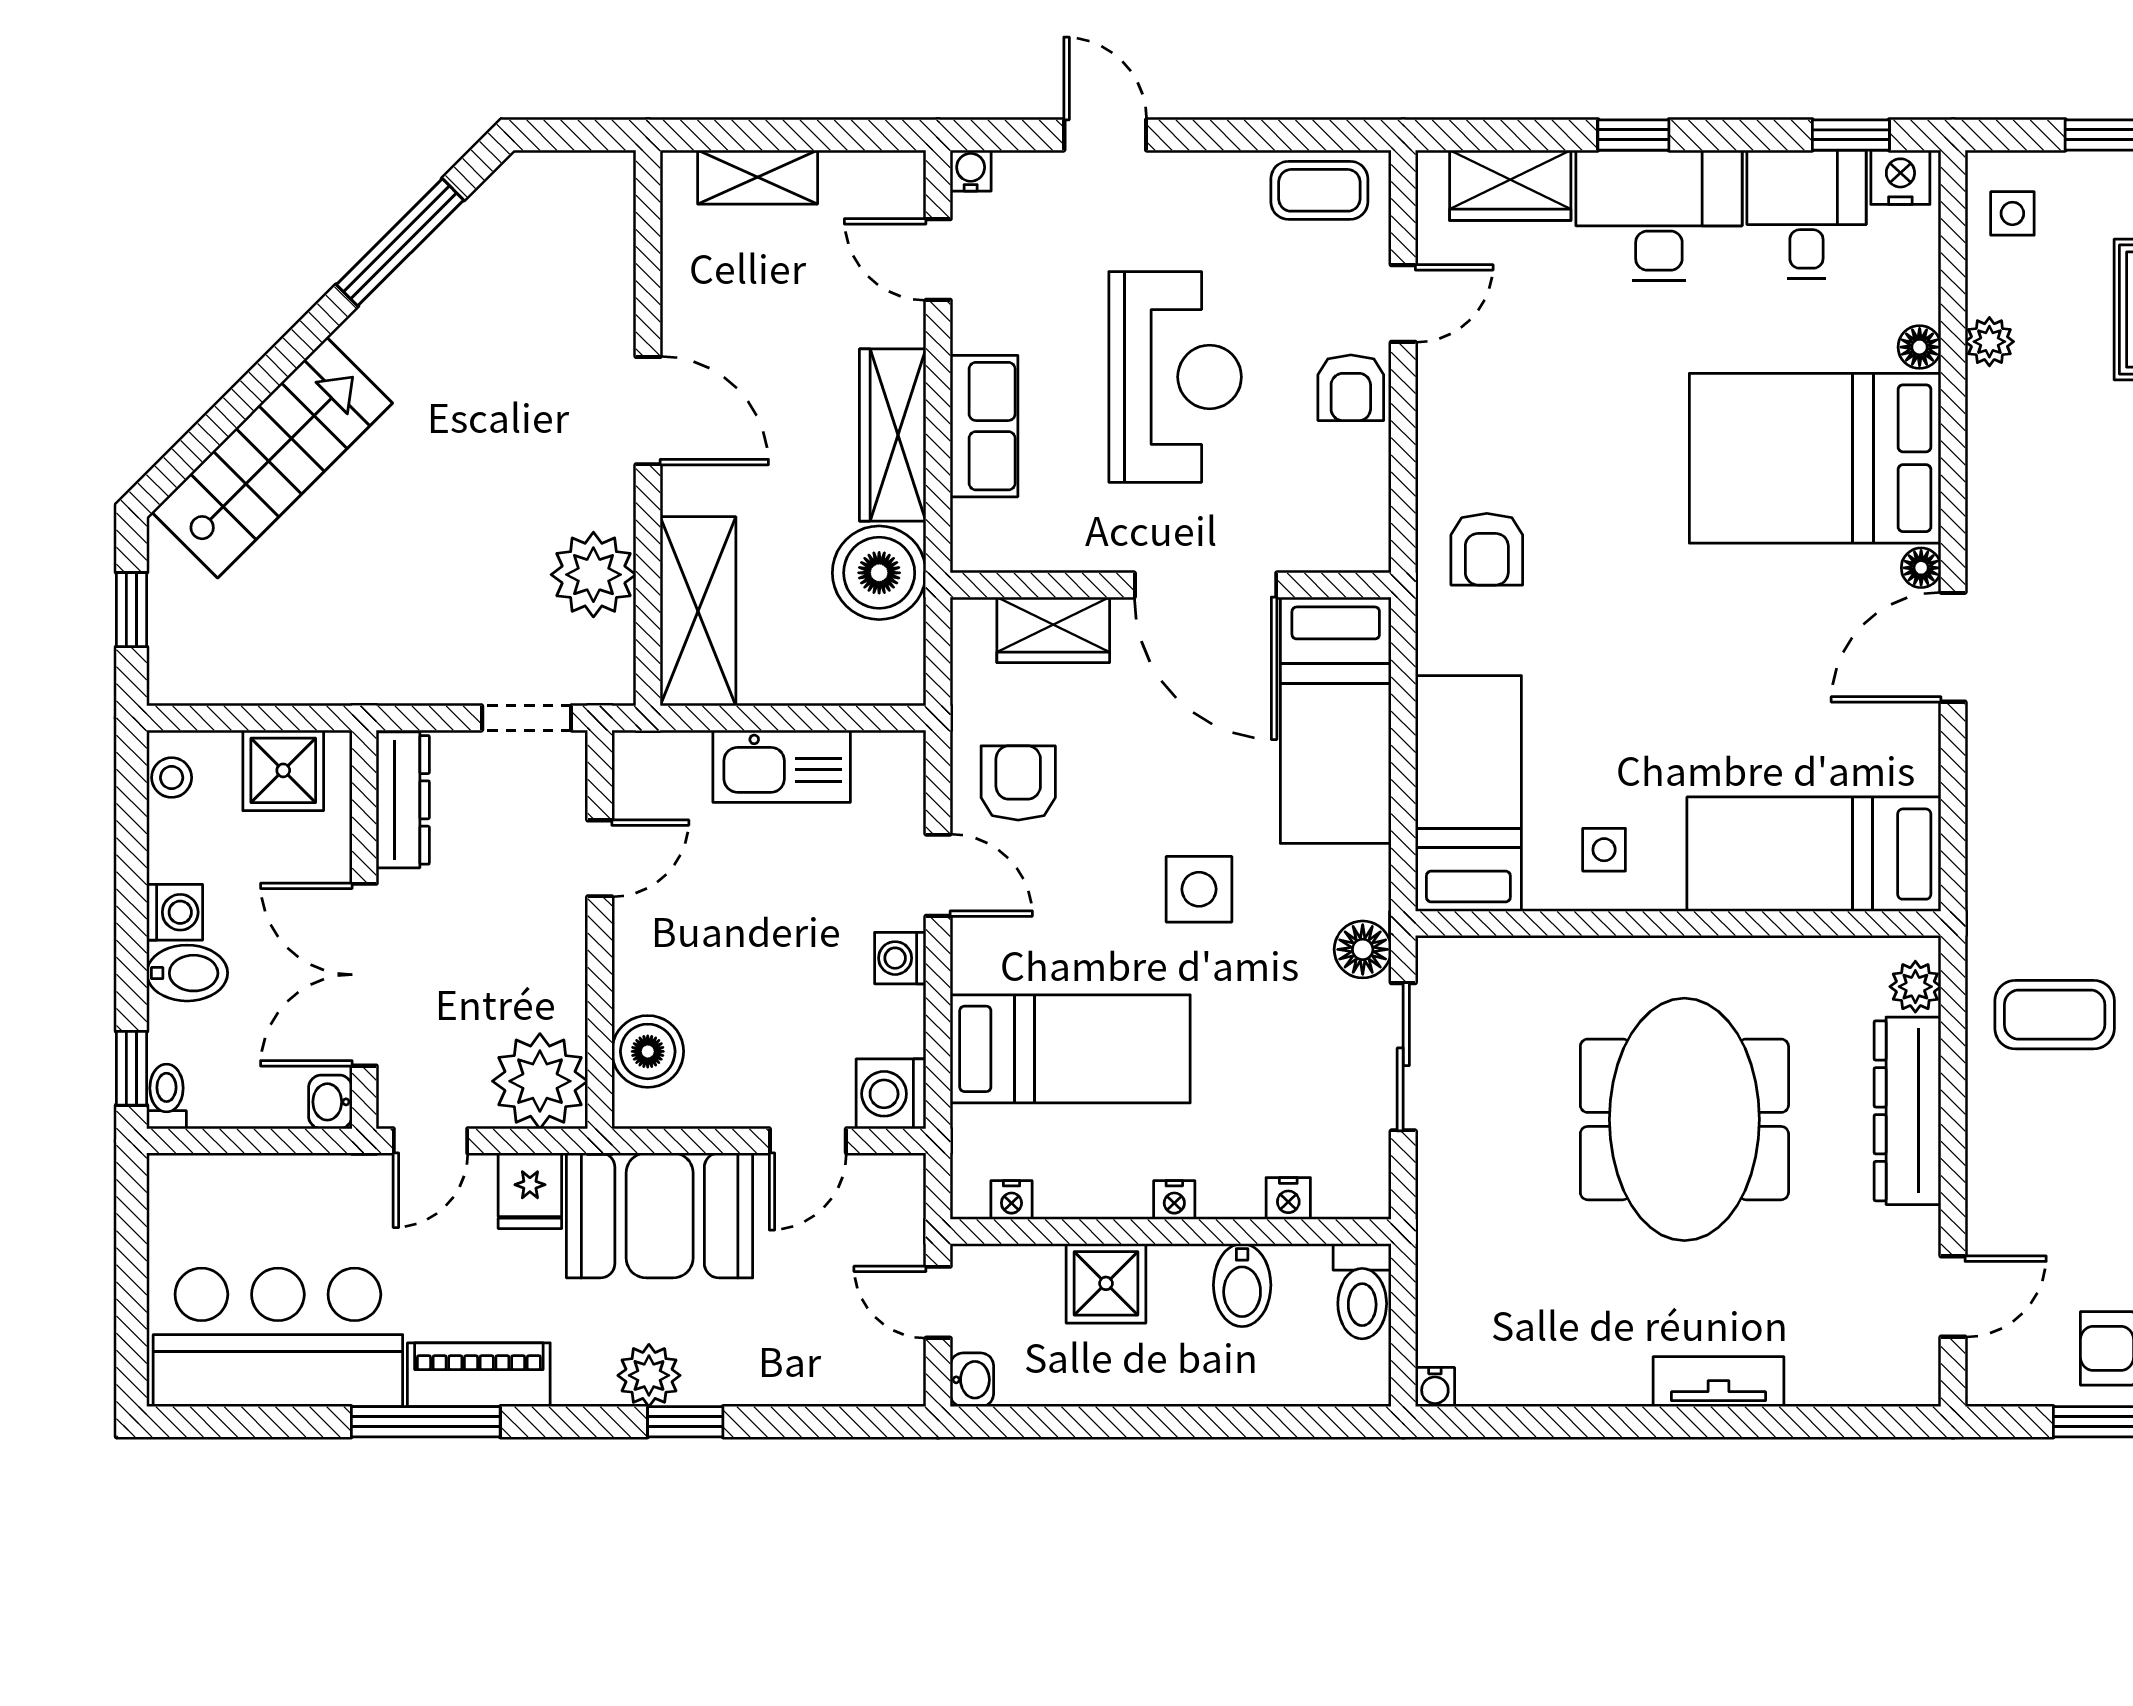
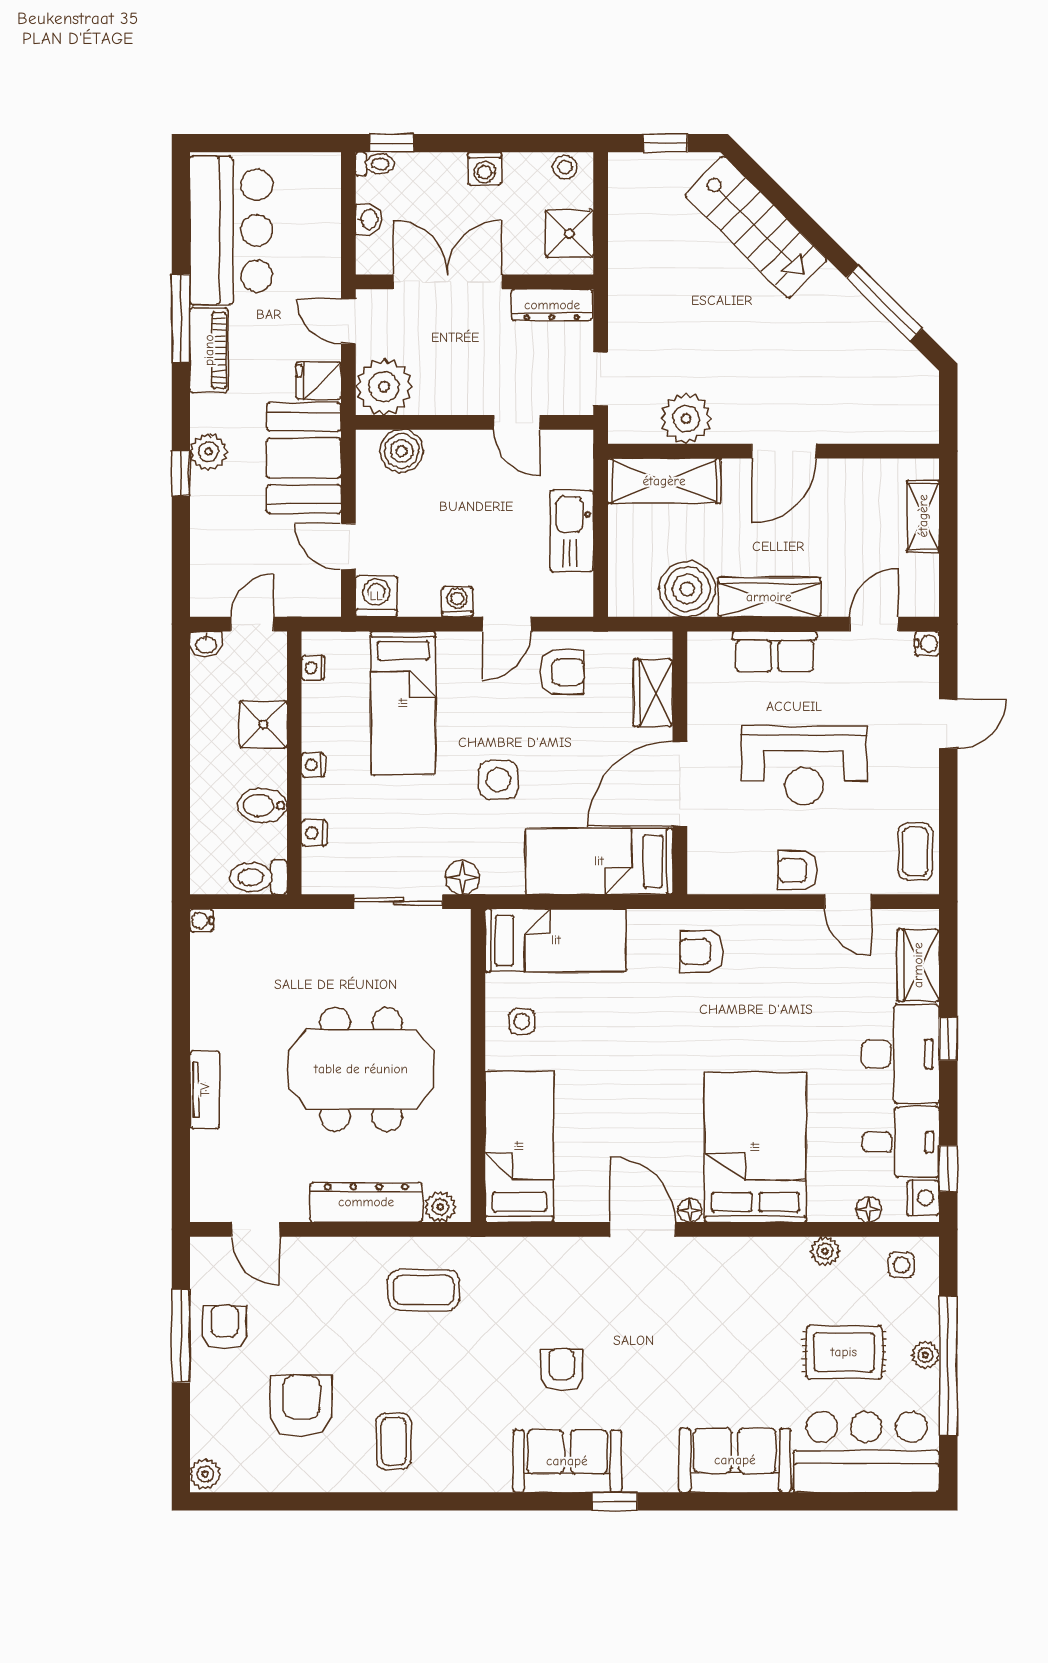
floor lamp: (1920, 347) -> (869, 1209), moved
bidet: (187, 973) -> (448, 176), removed
coffee table: (2055, 1015) -> (424, 1290), turned 90
washbasin: (330, 1102) -> (368, 219), moved, turned 90

